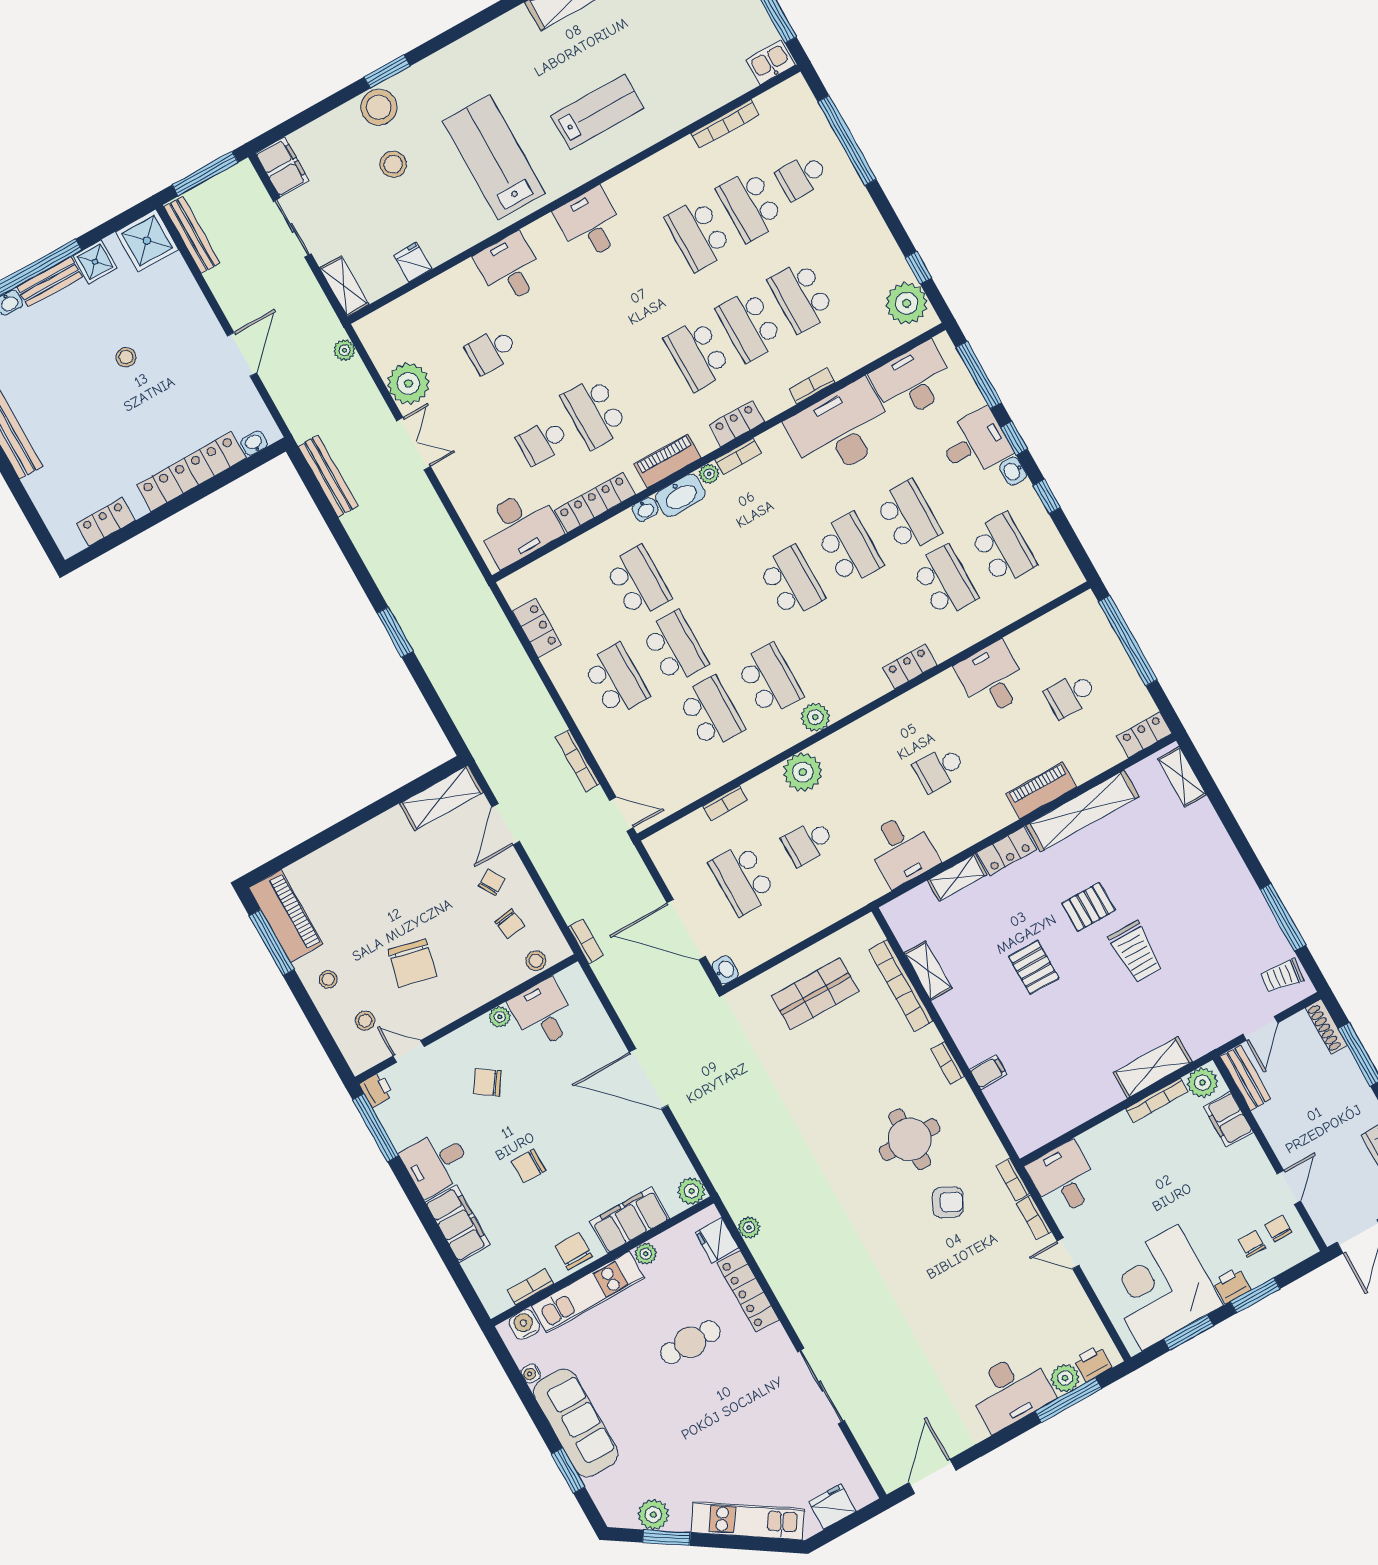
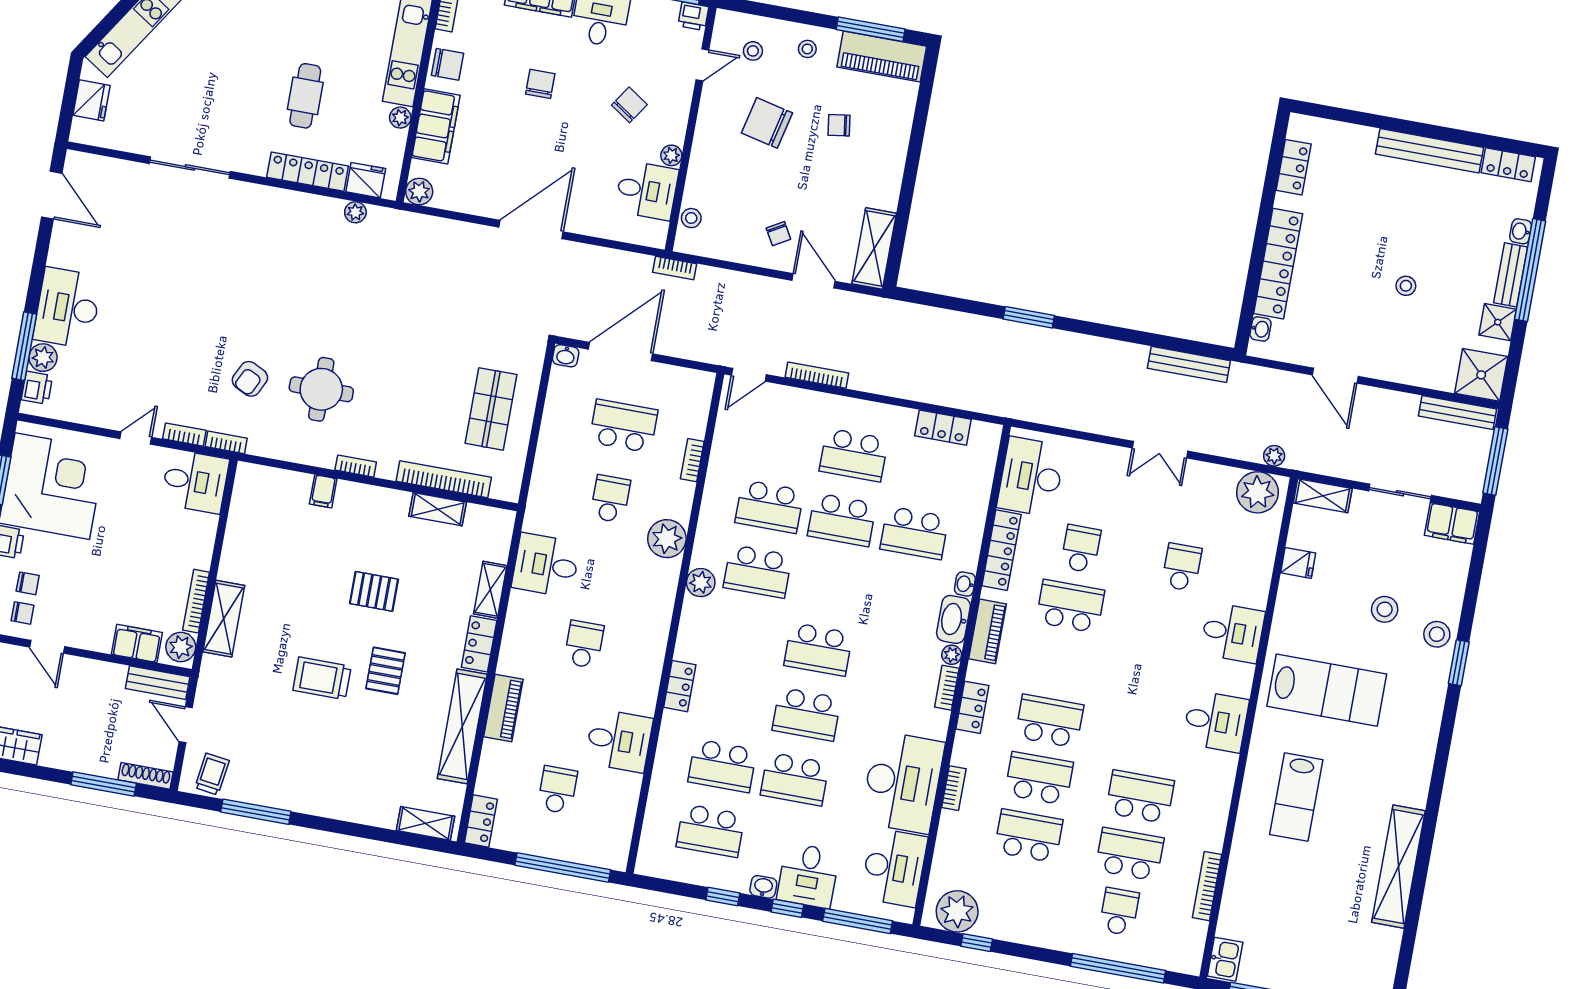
stool: (379, 107) -> (1437, 634), width x0.73, depth x0.73
plant: (408, 383) -> (1257, 492), moved
chair: (510, 924) -> (839, 125), moved

